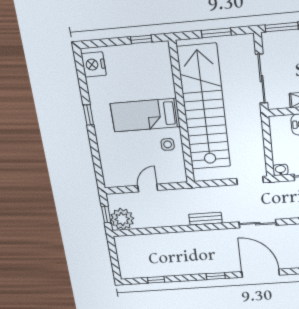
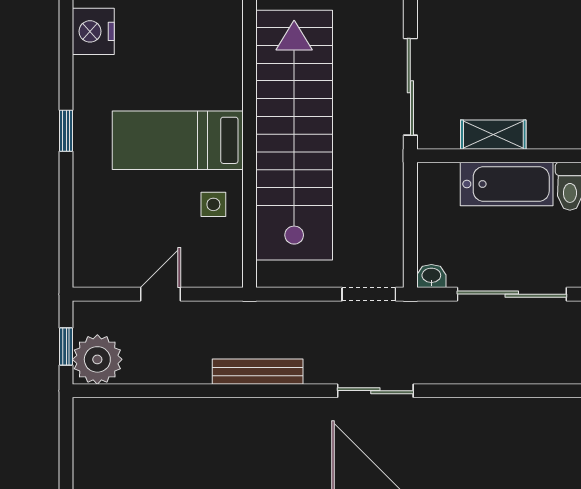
bench: (205, 219) -> (258, 372), width x1.36

